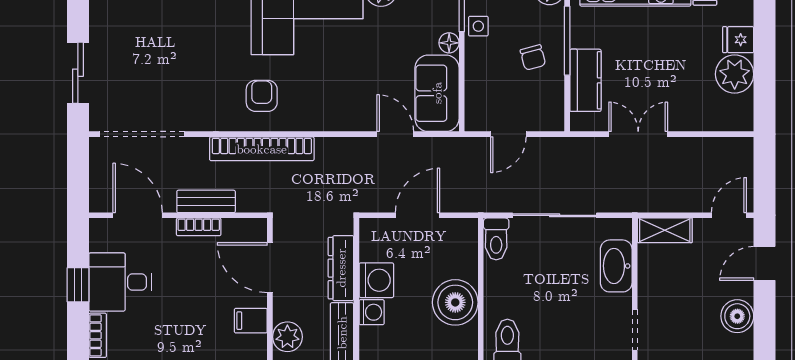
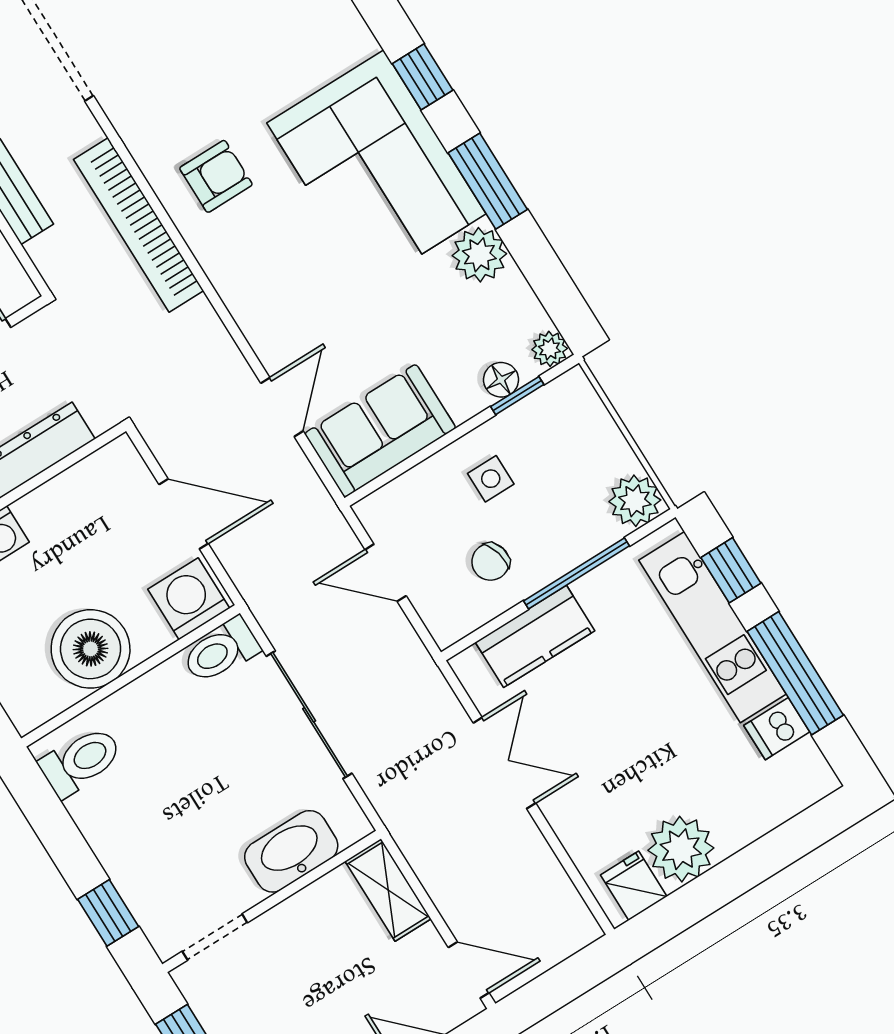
side table: (478, 26) -> (491, 479), moved
fridge: (738, 40) -> (634, 886), moved
floor lamp: (449, 43) -> (501, 380), moved
chair: (533, 57) -> (491, 562), moved
washing machine: (376, 280) -> (189, 599), moved, turned 180

